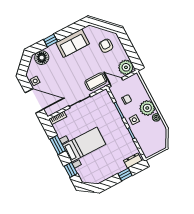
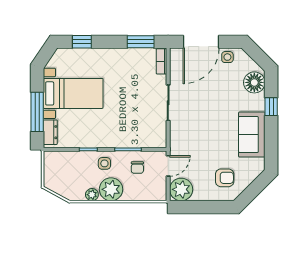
coffee table: (96, 82) -> (183, 138), removed
window: (58, 145) -> (141, 42), moved
bed with nightstands: (84, 145) -> (73, 93), moved, turned -90
window: (125, 174) -> (37, 112), width x2.17

